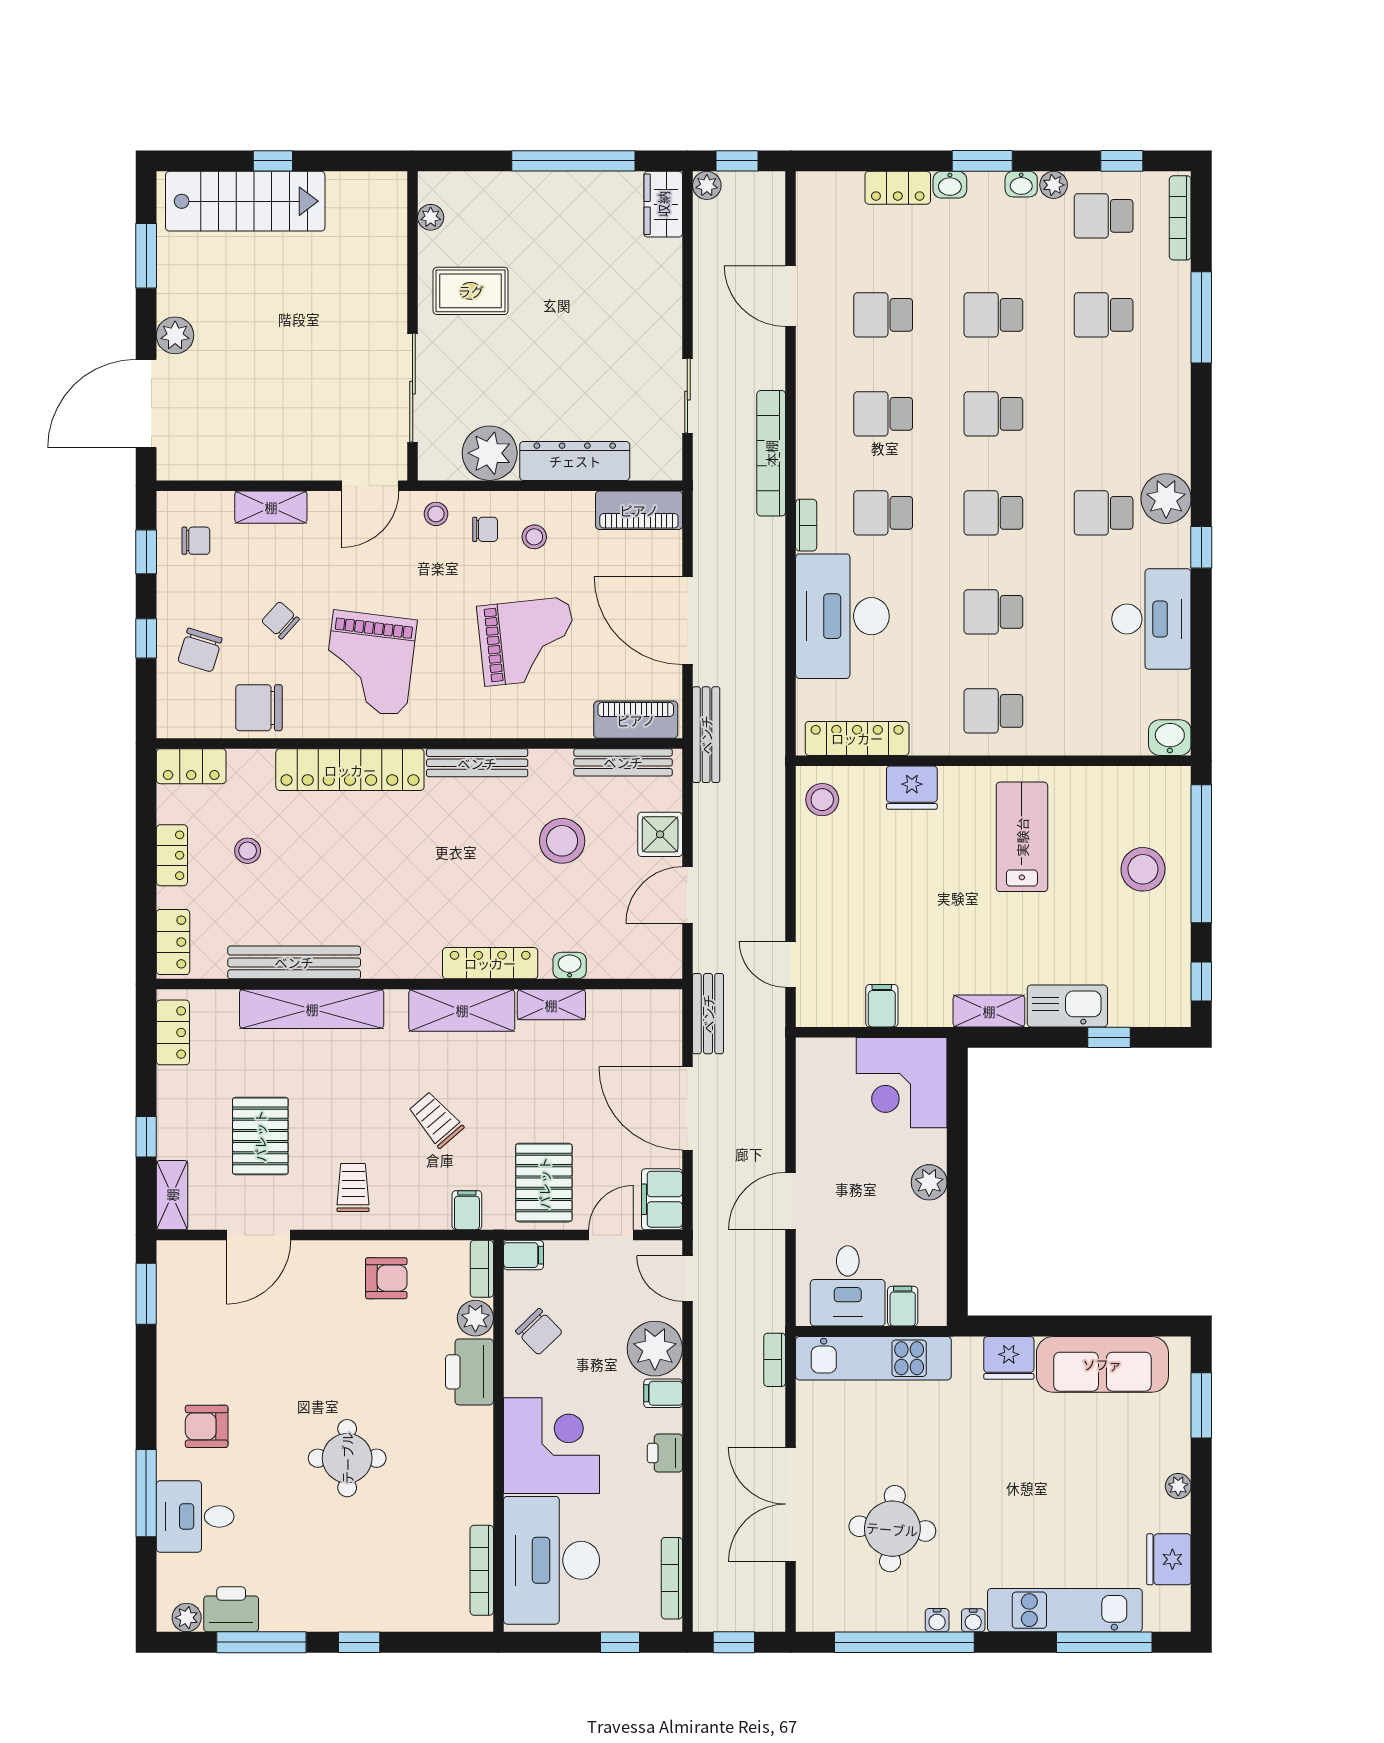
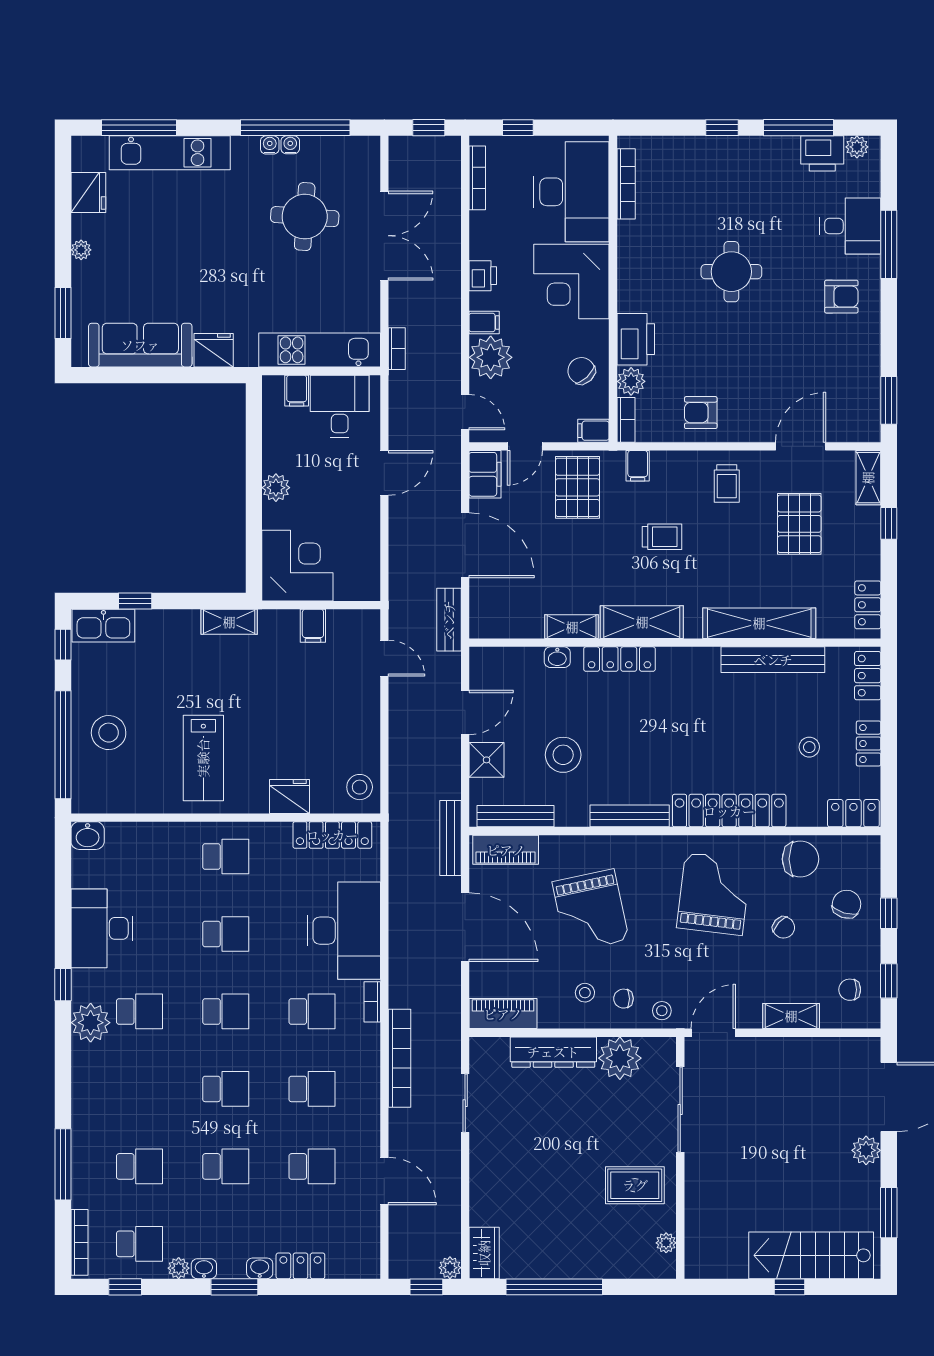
grand piano: (527, 642) -> (590, 911), turned -96
kitchen sink: (1067, 1006) -> (103, 626), moved
trolley: (436, 1120) -> (662, 537), turned -49
water cooler: (973, 1620) -> (290, 145), moved

